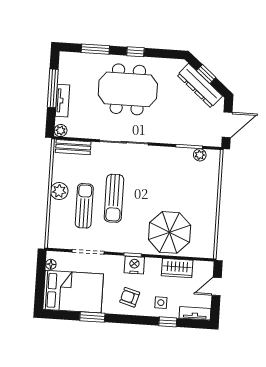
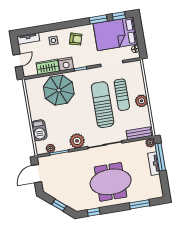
window: (135, 52) -> (94, 212), moved
dresser: (200, 86) -> (62, 196), removed
window: (53, 88) -> (160, 157), moved
plant: (161, 157) -> (77, 141), added
barbecue: (209, 184) -> (39, 130), added
sun lounger: (114, 198) -> (103, 105), width x1.36, depth x1.34
nightstand: (134, 265) -> (66, 64), moved
window: (168, 322) -> (119, 16), moved

